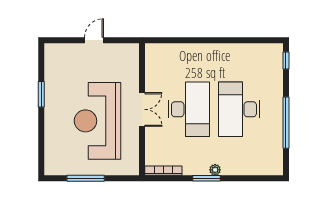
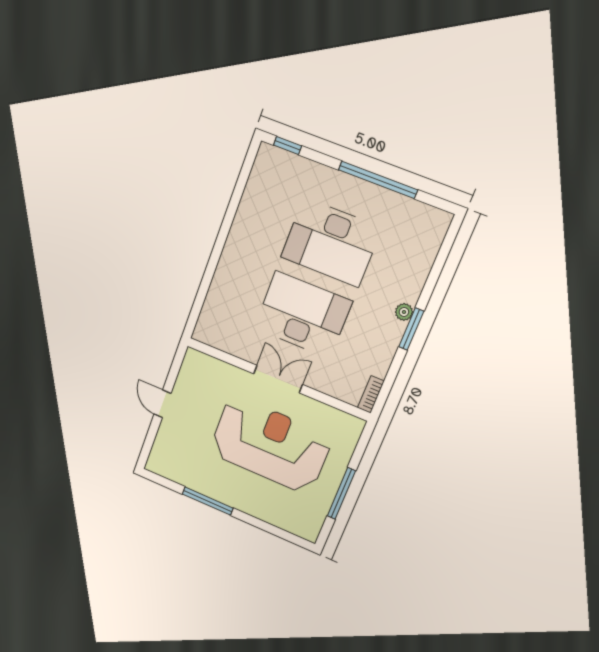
window: (41, 94) -> (208, 501), width x1.44
reception desk: (98, 121) -> (270, 445), turned 180
bookcase: (163, 171) -> (371, 394), width x0.64

